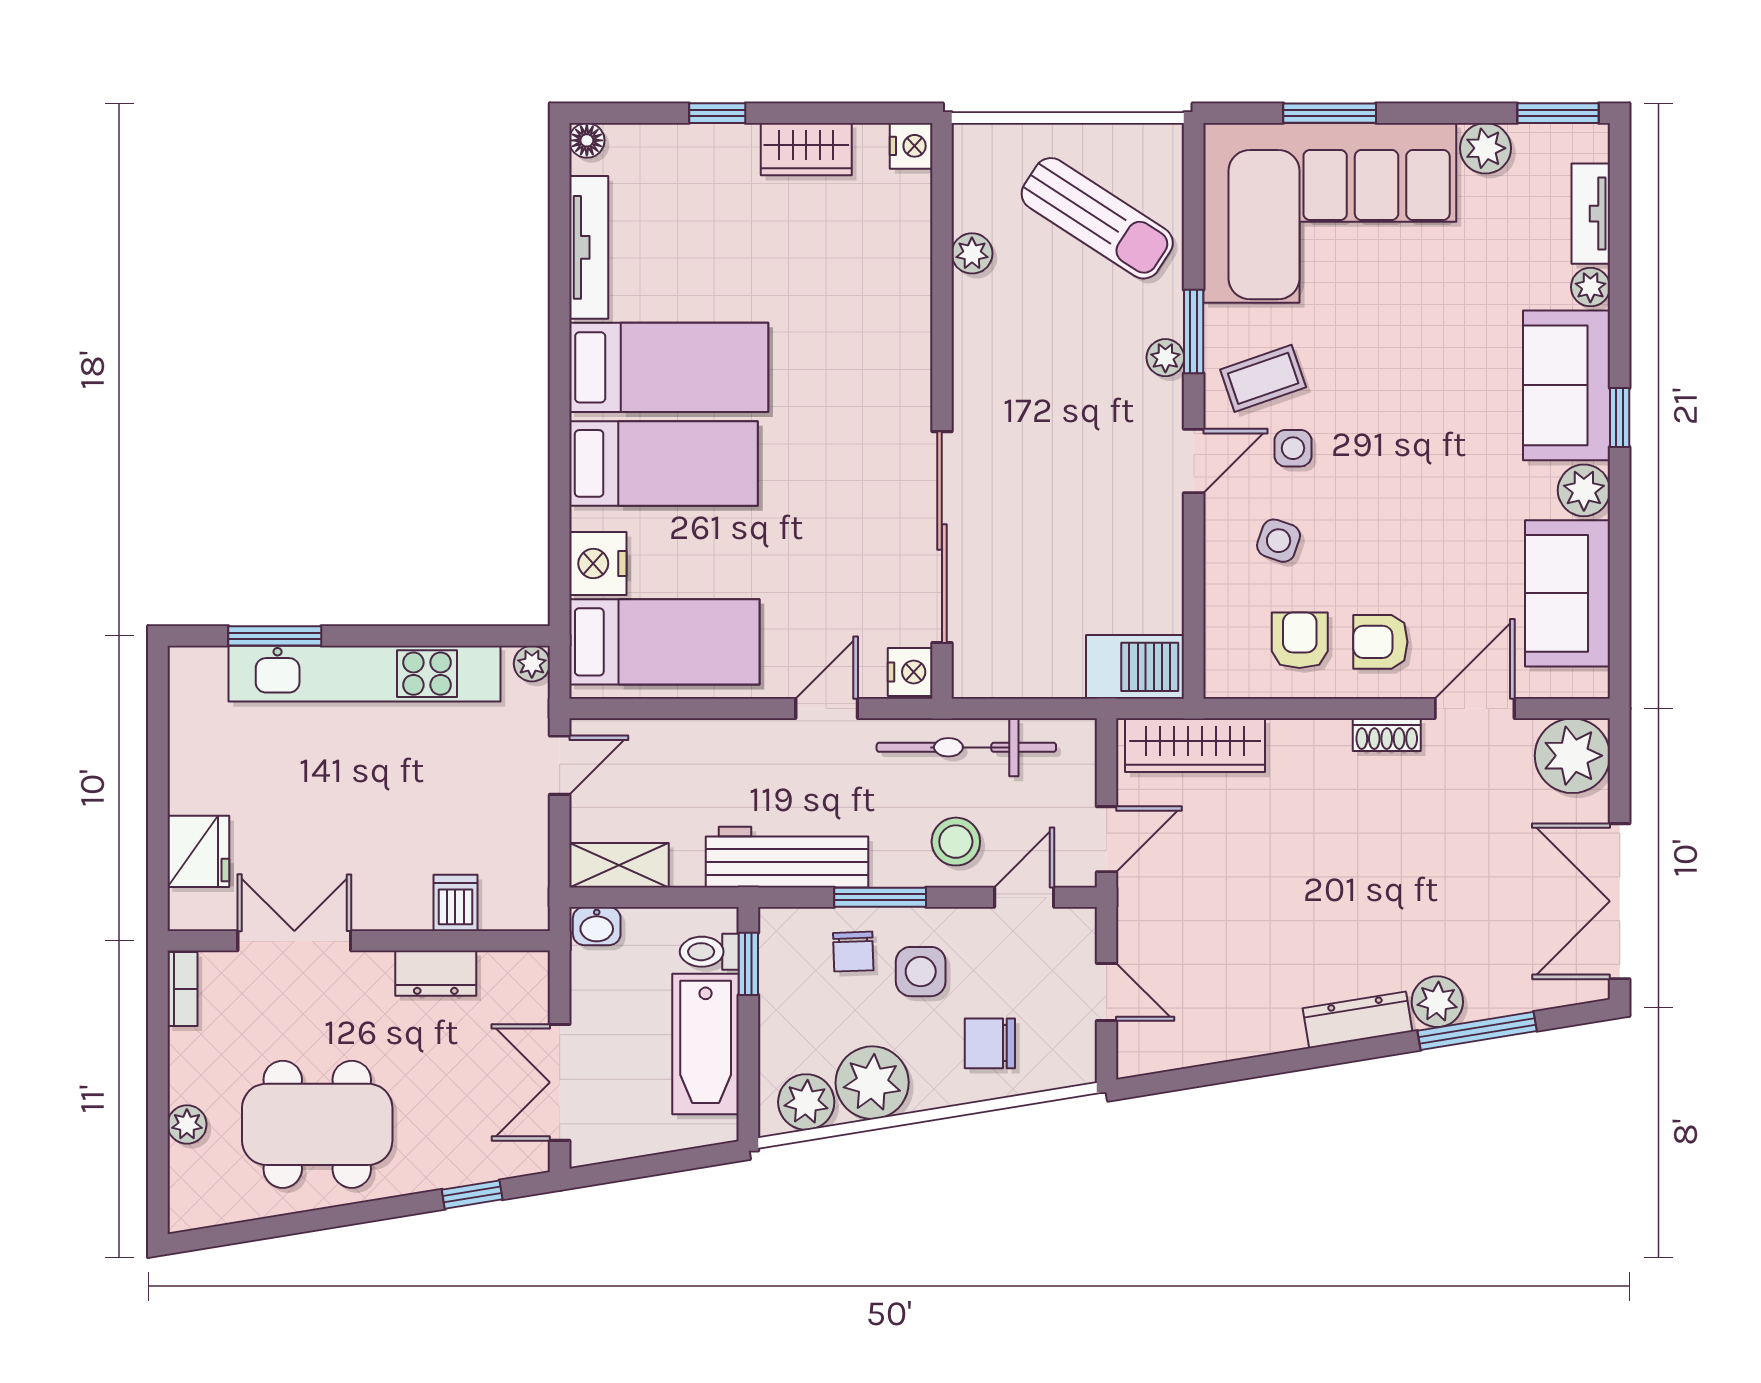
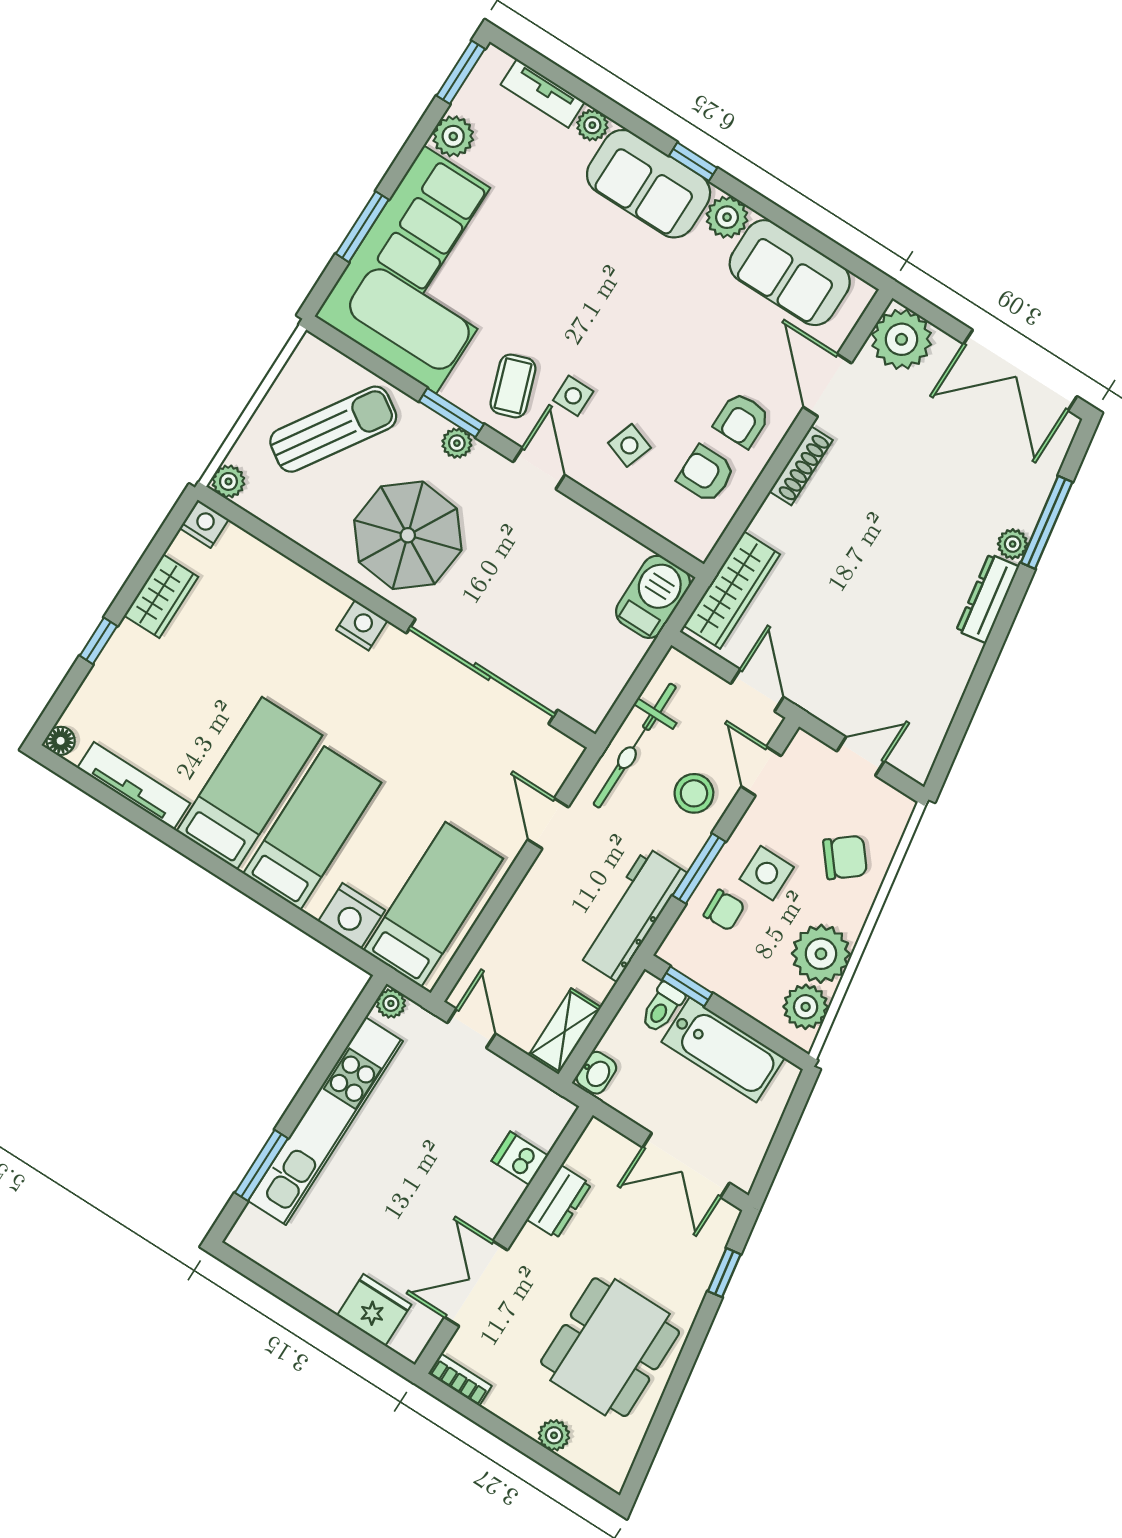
plant: (972, 253) -> (228, 481), moved
parasol: (1036, 368) -> (408, 535), added
nightstand: (910, 672) -> (362, 625), moved
shoe rack: (1387, 735) -> (801, 466), width x1.43
plant: (1437, 1002) -> (1013, 544), width x0.73, depth x0.73
chair: (990, 1043) -> (845, 857), turned -129

